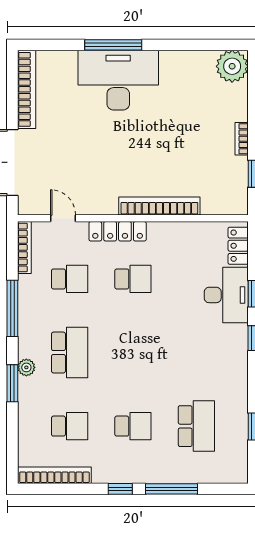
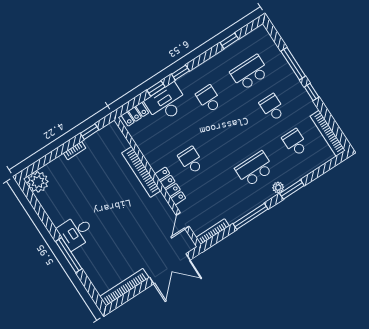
desk: (118, 80) -> (76, 232), width x0.53, depth x0.77
school desk: (70, 279) -> (209, 99), moved

